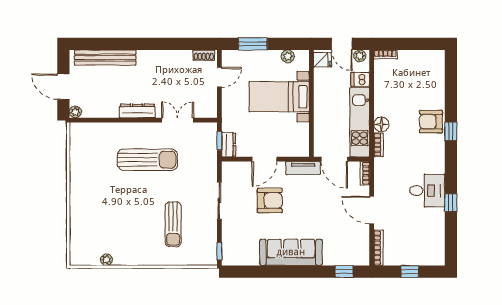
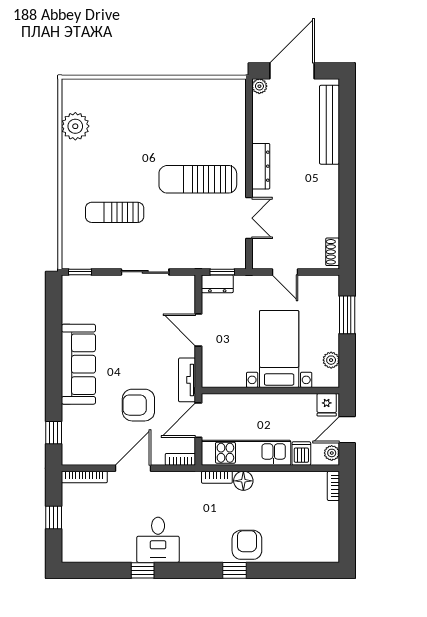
door: (219, 77) -> (285, 272), moved
door: (63, 87) -> (292, 71), width x1.36
sun lounger: (147, 160) -> (198, 179), turned 90
armchair: (270, 200) -> (138, 405), moved, turned 90
plant: (106, 260) -> (75, 126), width x1.88, depth x1.88

